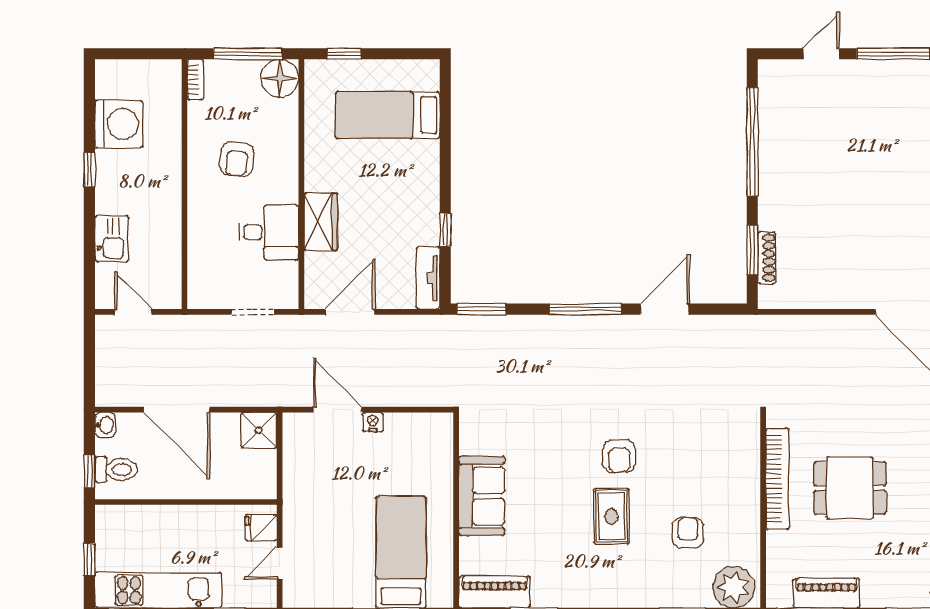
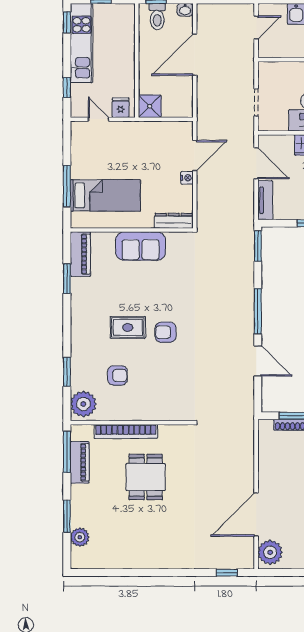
tv unit: (428, 278) -> (265, 200), moved, turned 90
shower: (259, 430) -> (150, 106), moved
dresser: (441, 443) -> (174, 221), added
bookcase: (777, 479) -> (126, 431), moved

